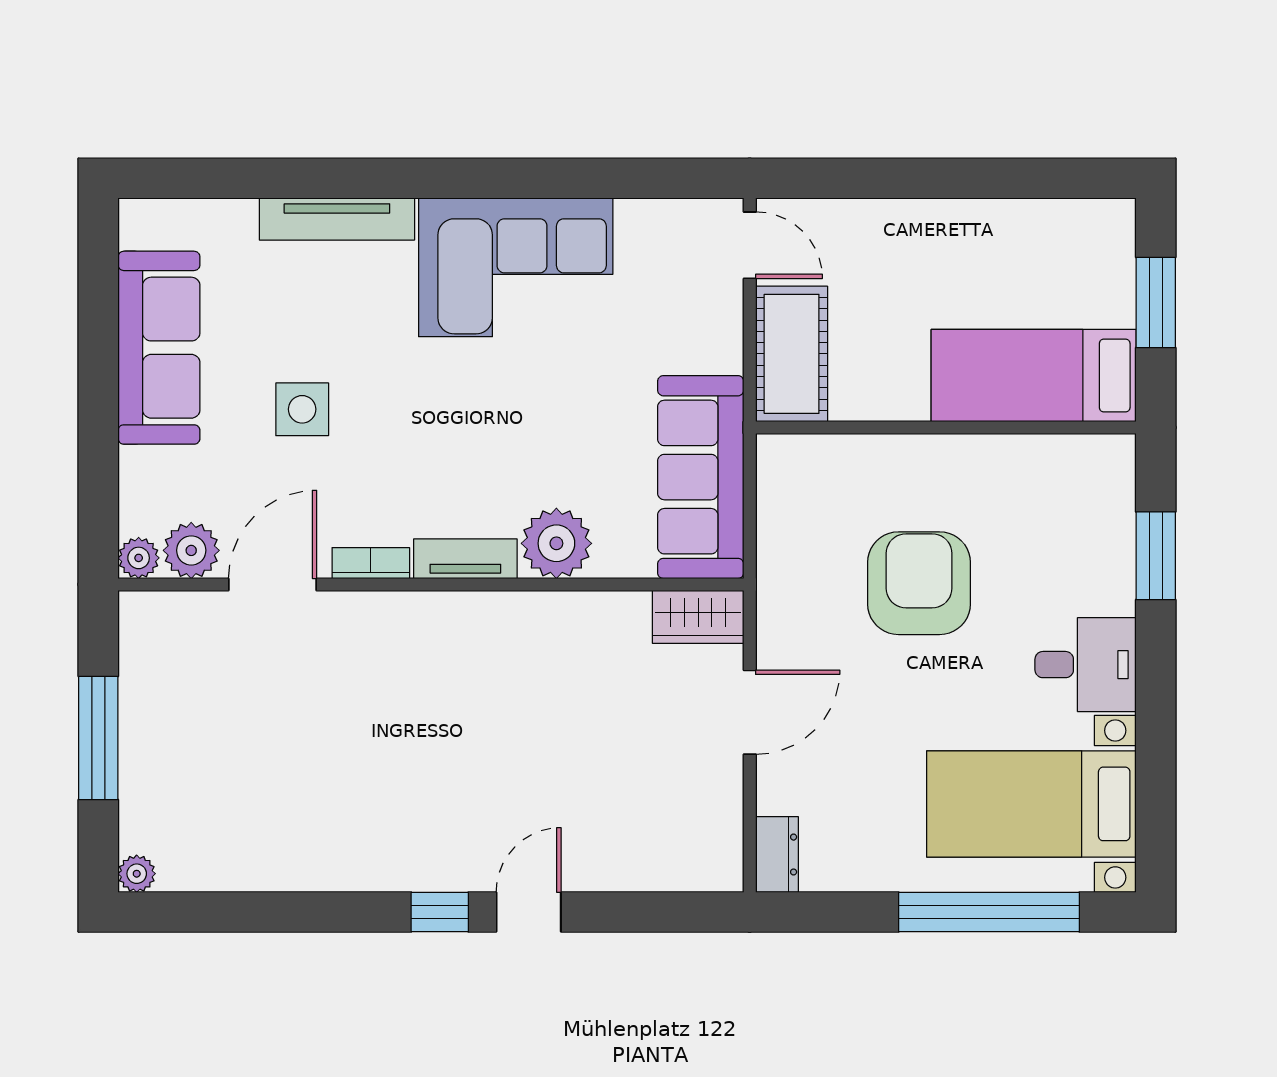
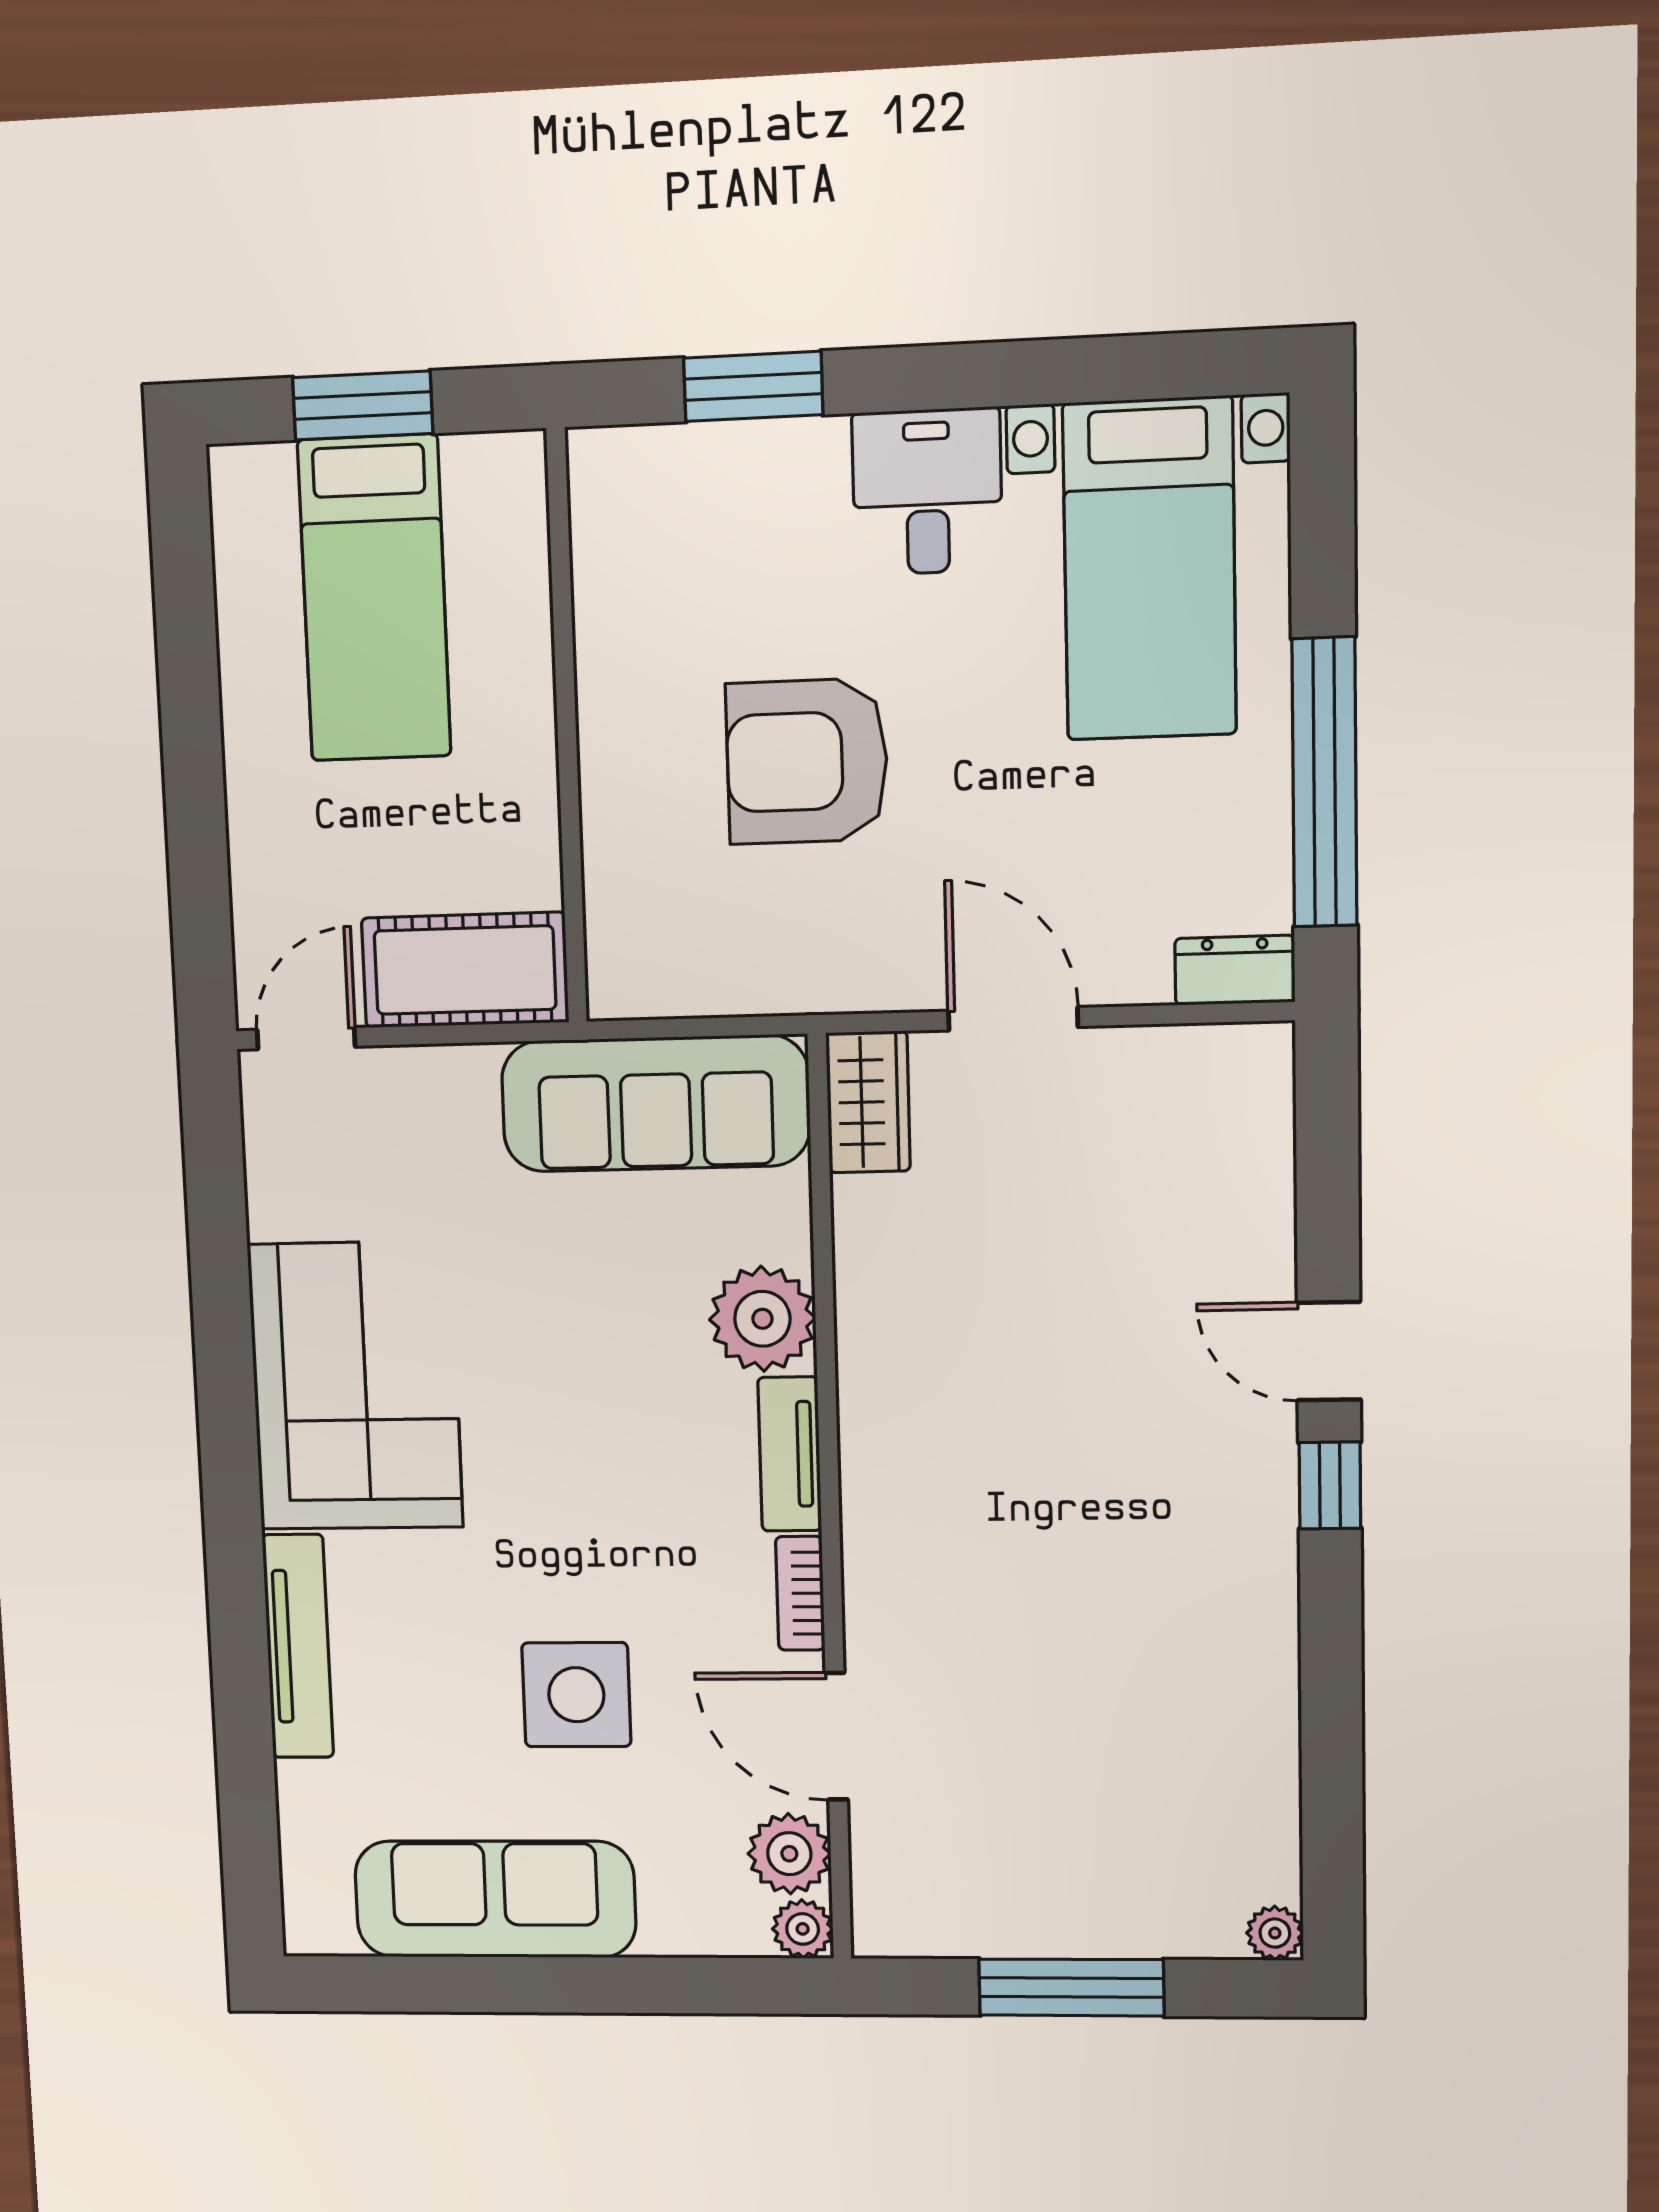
bed: (1034, 375) -> (374, 598), moved
side table: (302, 409) -> (576, 1695), width x1.37, depth x1.37
window: (989, 912) -> (1325, 783), moved

